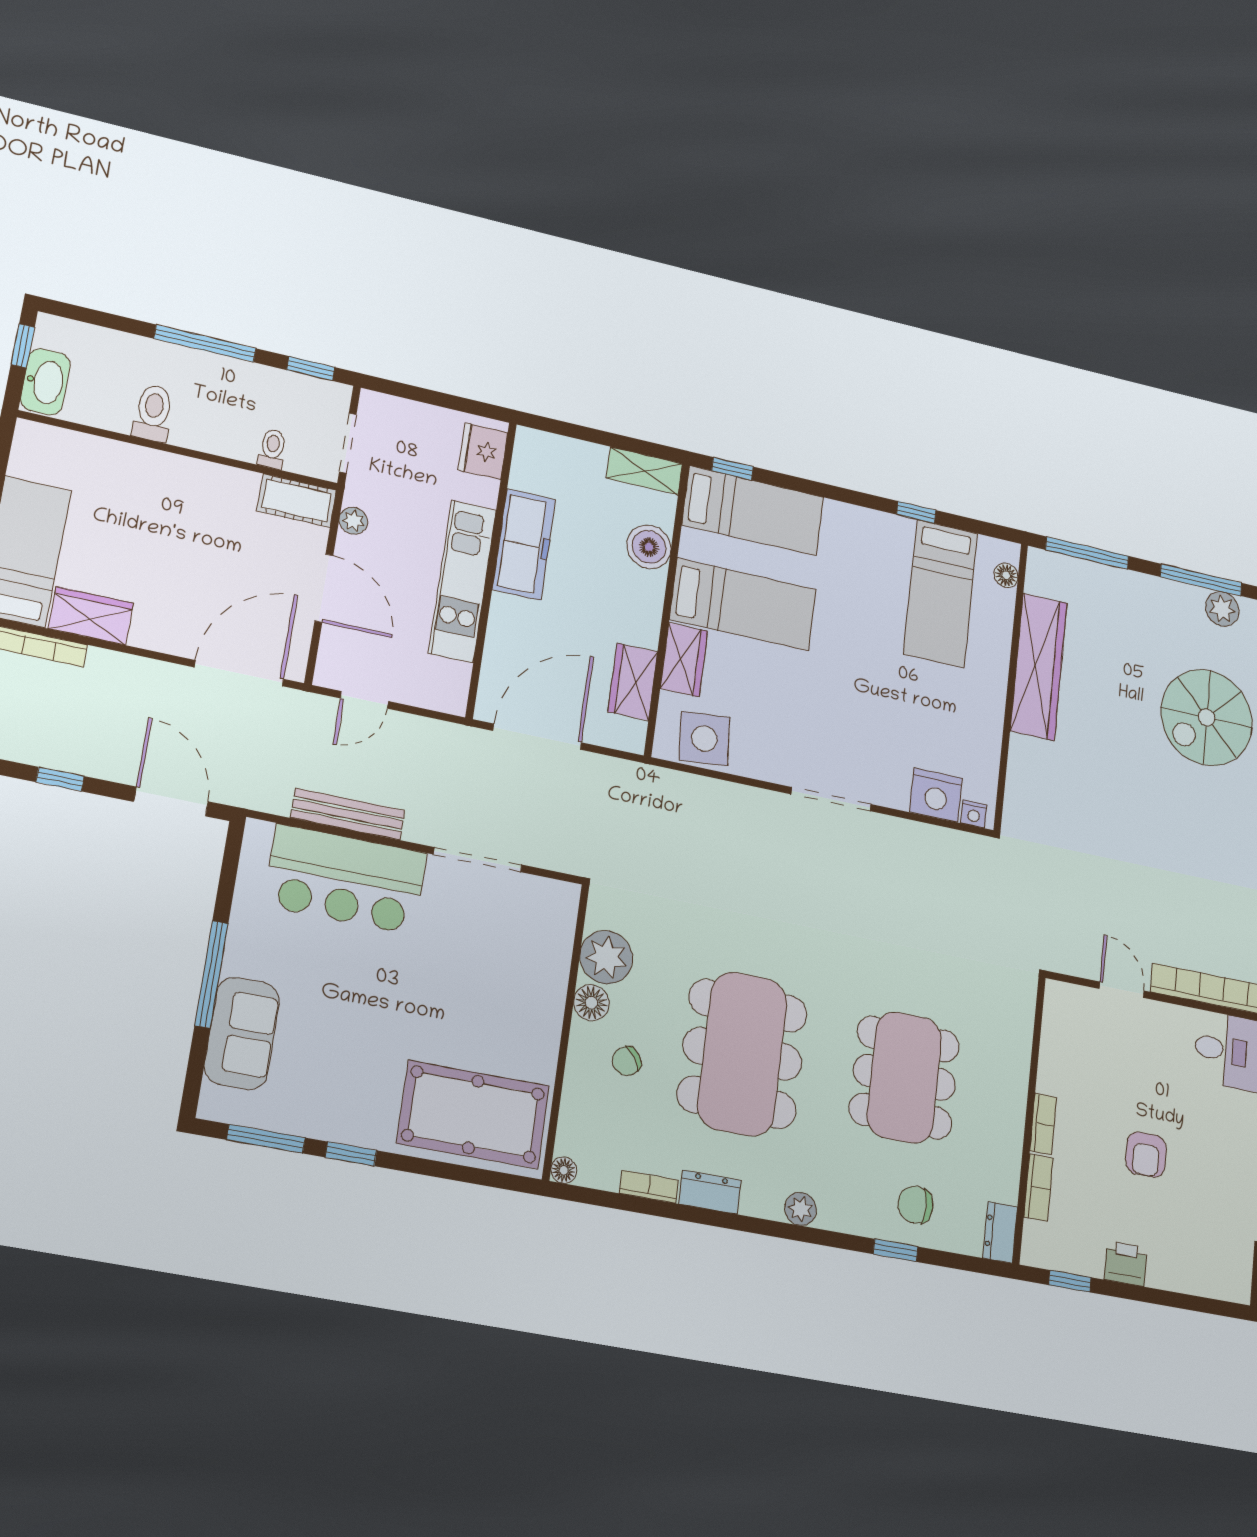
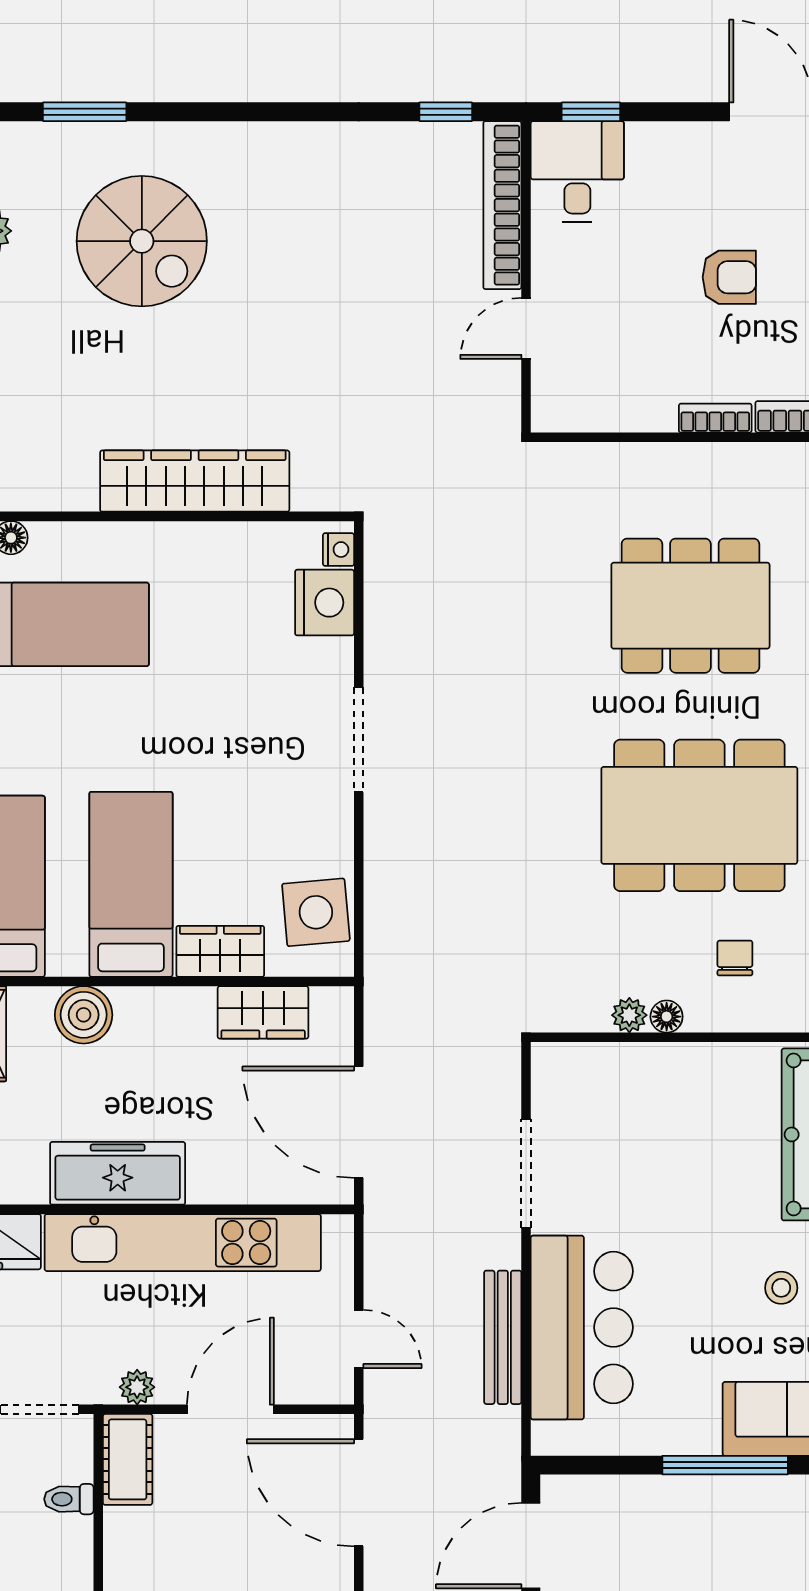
kitchen unit: (462, 581) -> (183, 1243), width x1.36
wardrobe: (1039, 667) -> (195, 481), moved
plant: (606, 957) -> (629, 1015), width x0.53, depth x0.53
floor lamp: (591, 1003) -> (667, 1017), width x0.73, depth x0.73
stool: (353, 1049) -> (781, 1288), added
chair: (627, 1061) -> (735, 958), turned -145

